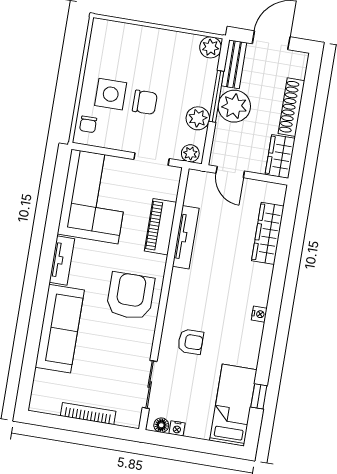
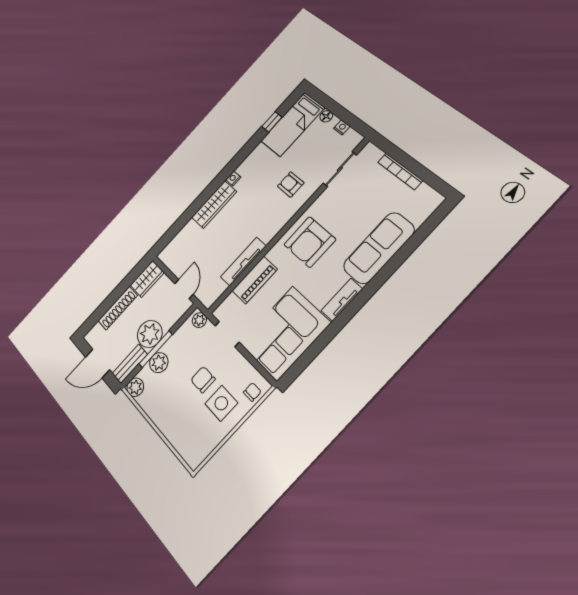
plant: (198, 118) -> (159, 363), moved
wardrobe: (268, 233) -> (214, 205), moved
floor lamp: (161, 425) -> (326, 116), moved

